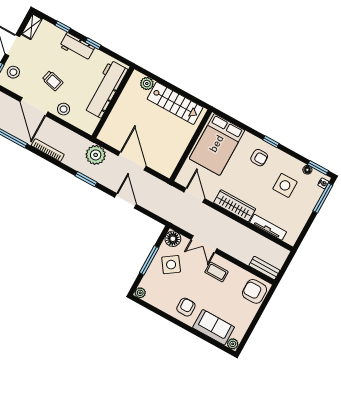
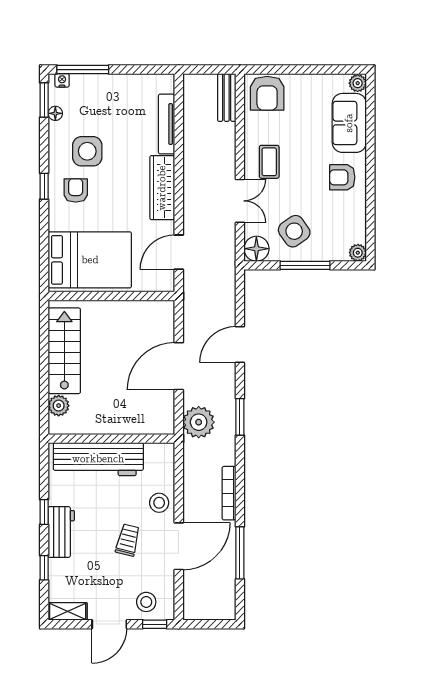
side table: (285, 185) -> (87, 151), moved

